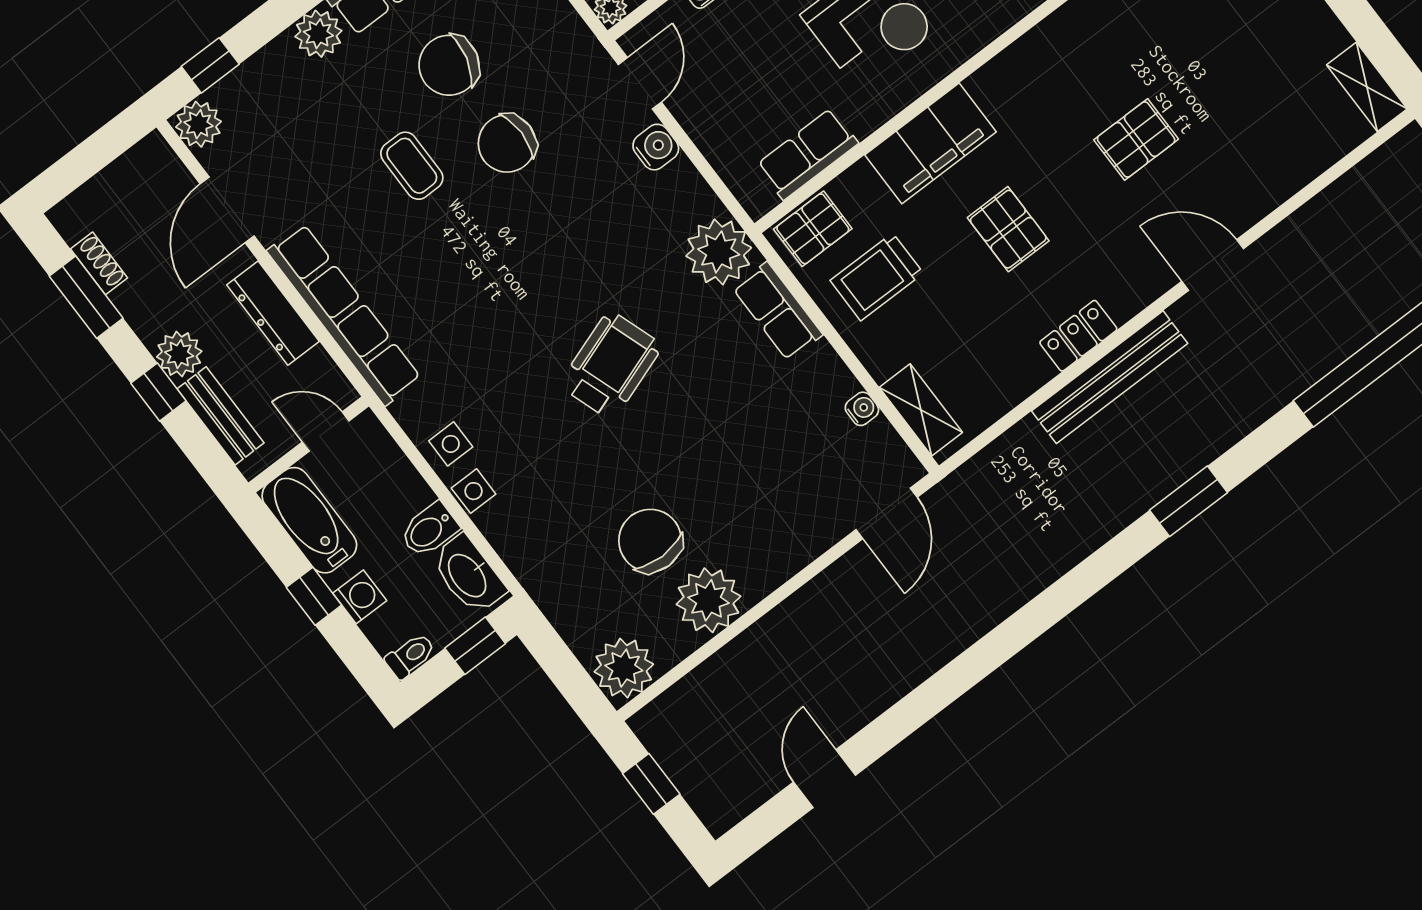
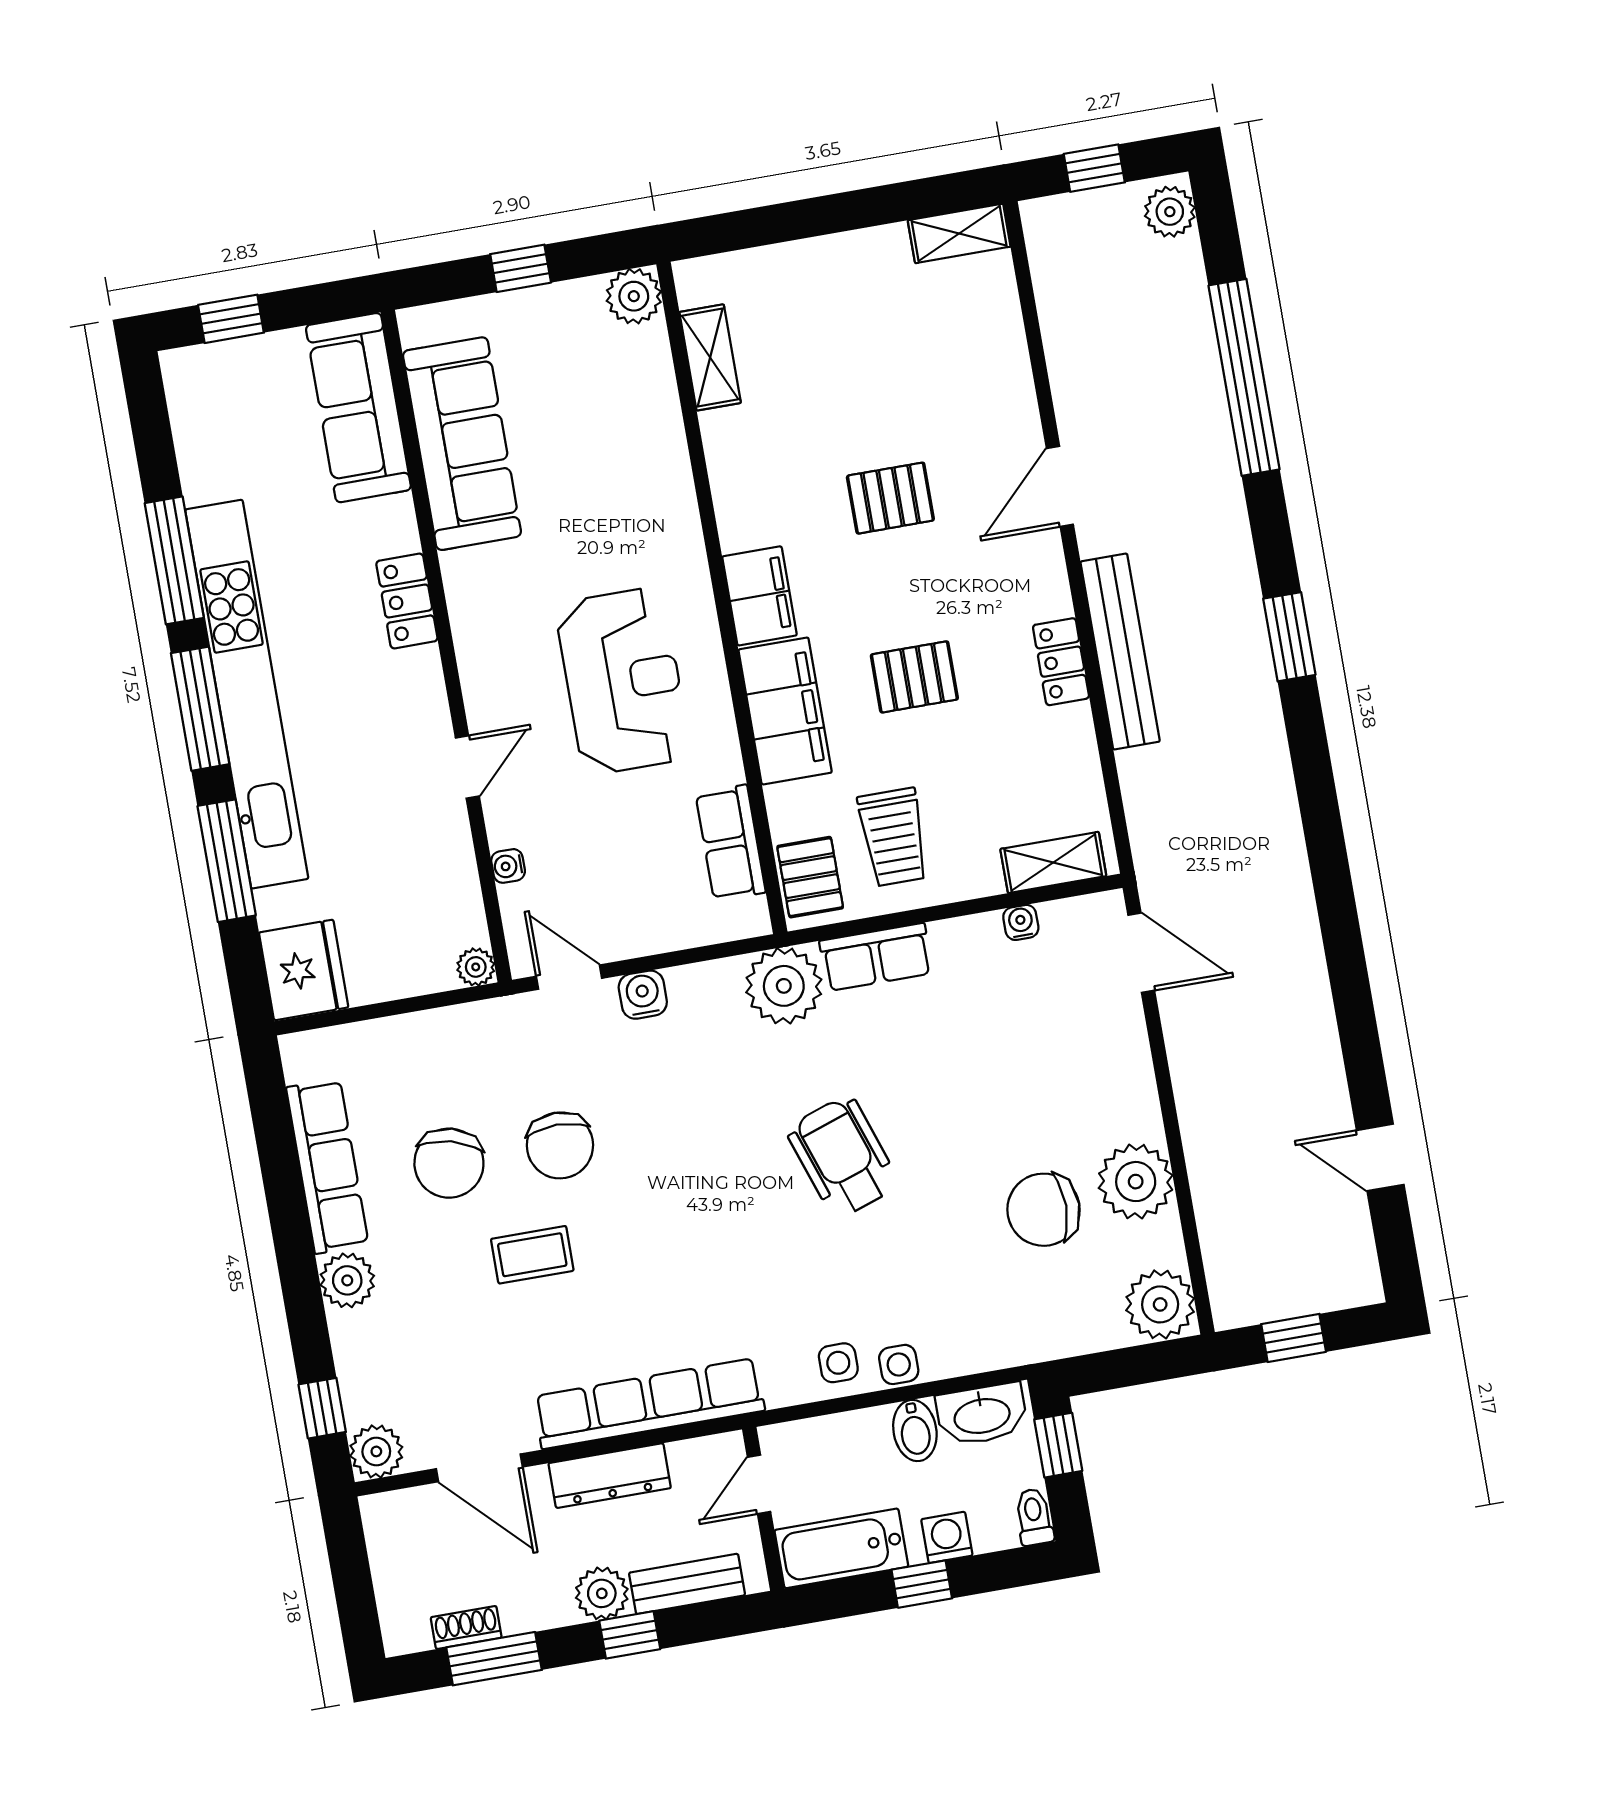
filing cabinet: (1009, 78) -> (759, 596), added
pallet: (1136, 139) -> (890, 498), turned 90

